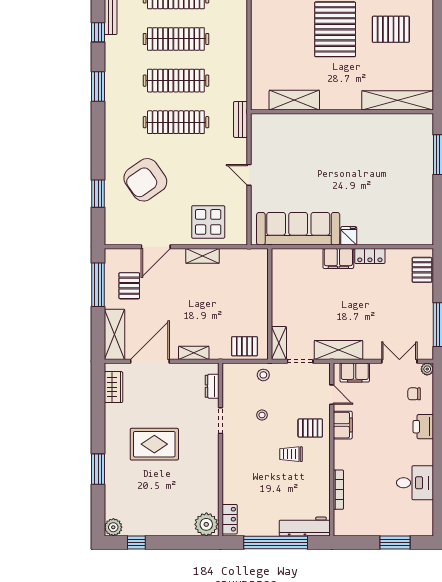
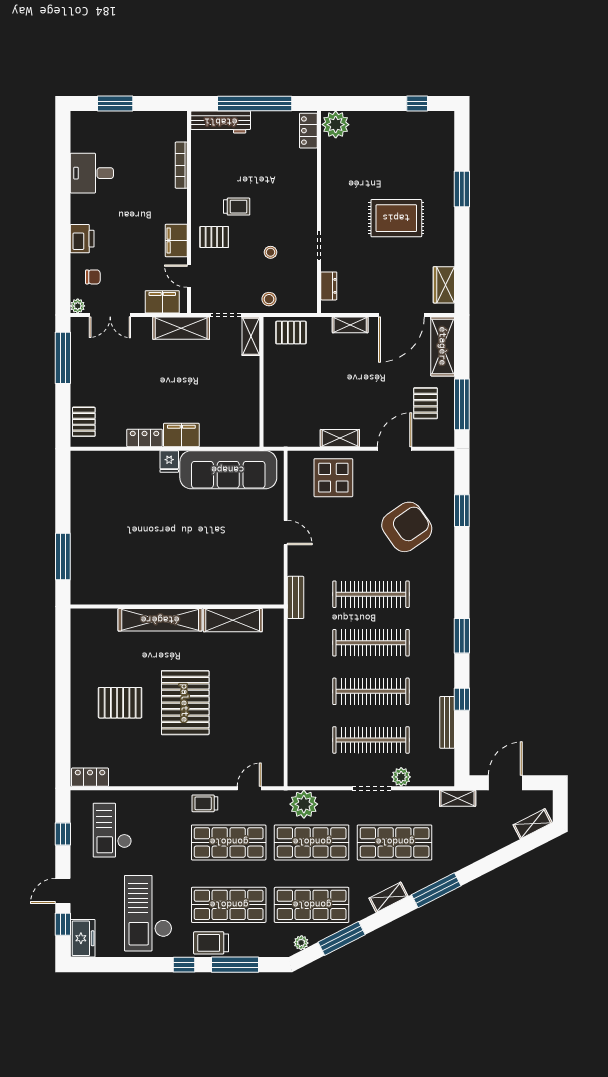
shelving: (398, 100) -> (160, 620), moved
plant: (113, 527) -> (444, 121), removed

